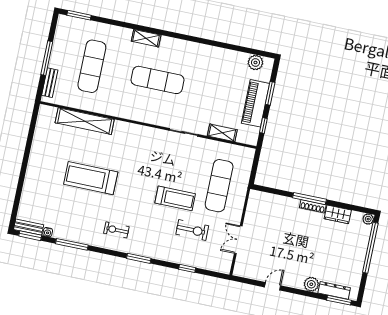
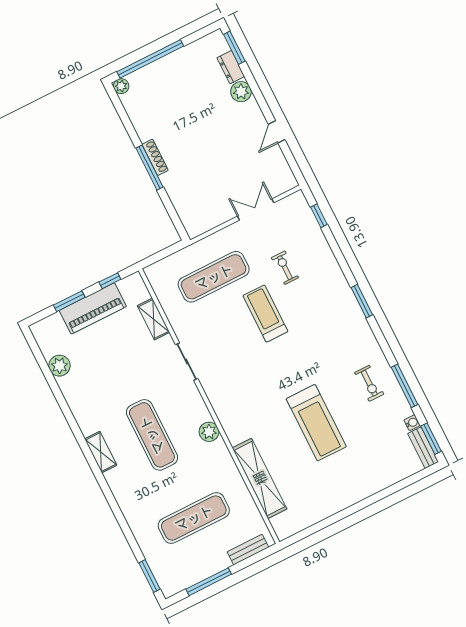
shelving: (146, 38) -> (101, 452), moved
window: (47, 58) -> (209, 582), moved
plant: (255, 62) -> (59, 366), moved
plant: (134, 114) -> (209, 432), added
wardrobe: (338, 214) -> (142, 123), removed
exercise bike: (116, 230) -> (369, 383), moved
exercise bike: (192, 230) -> (285, 268), width x0.73, depth x0.72
double door: (238, 240) -> (256, 209), swing flipped
window: (187, 268) -> (319, 216), moved
door: (273, 286) -> (277, 132), hinge flipped
dresser: (334, 290) -> (231, 67), width x0.70

